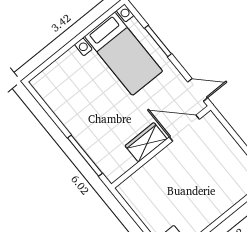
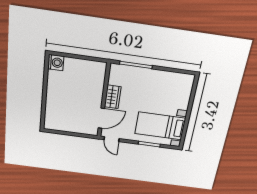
door: (198, 90) -> (112, 139), hinge flipped

